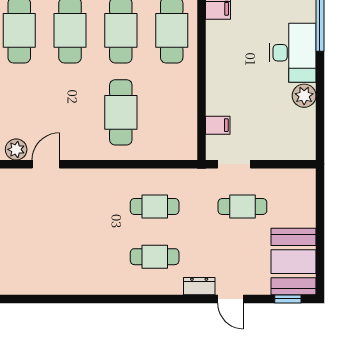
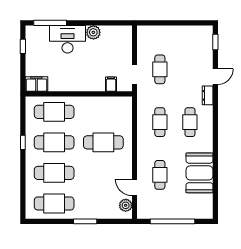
cafe table: (67, 207) -> (160, 175), added
booth: (294, 262) -> (199, 173), moved, turned 90

